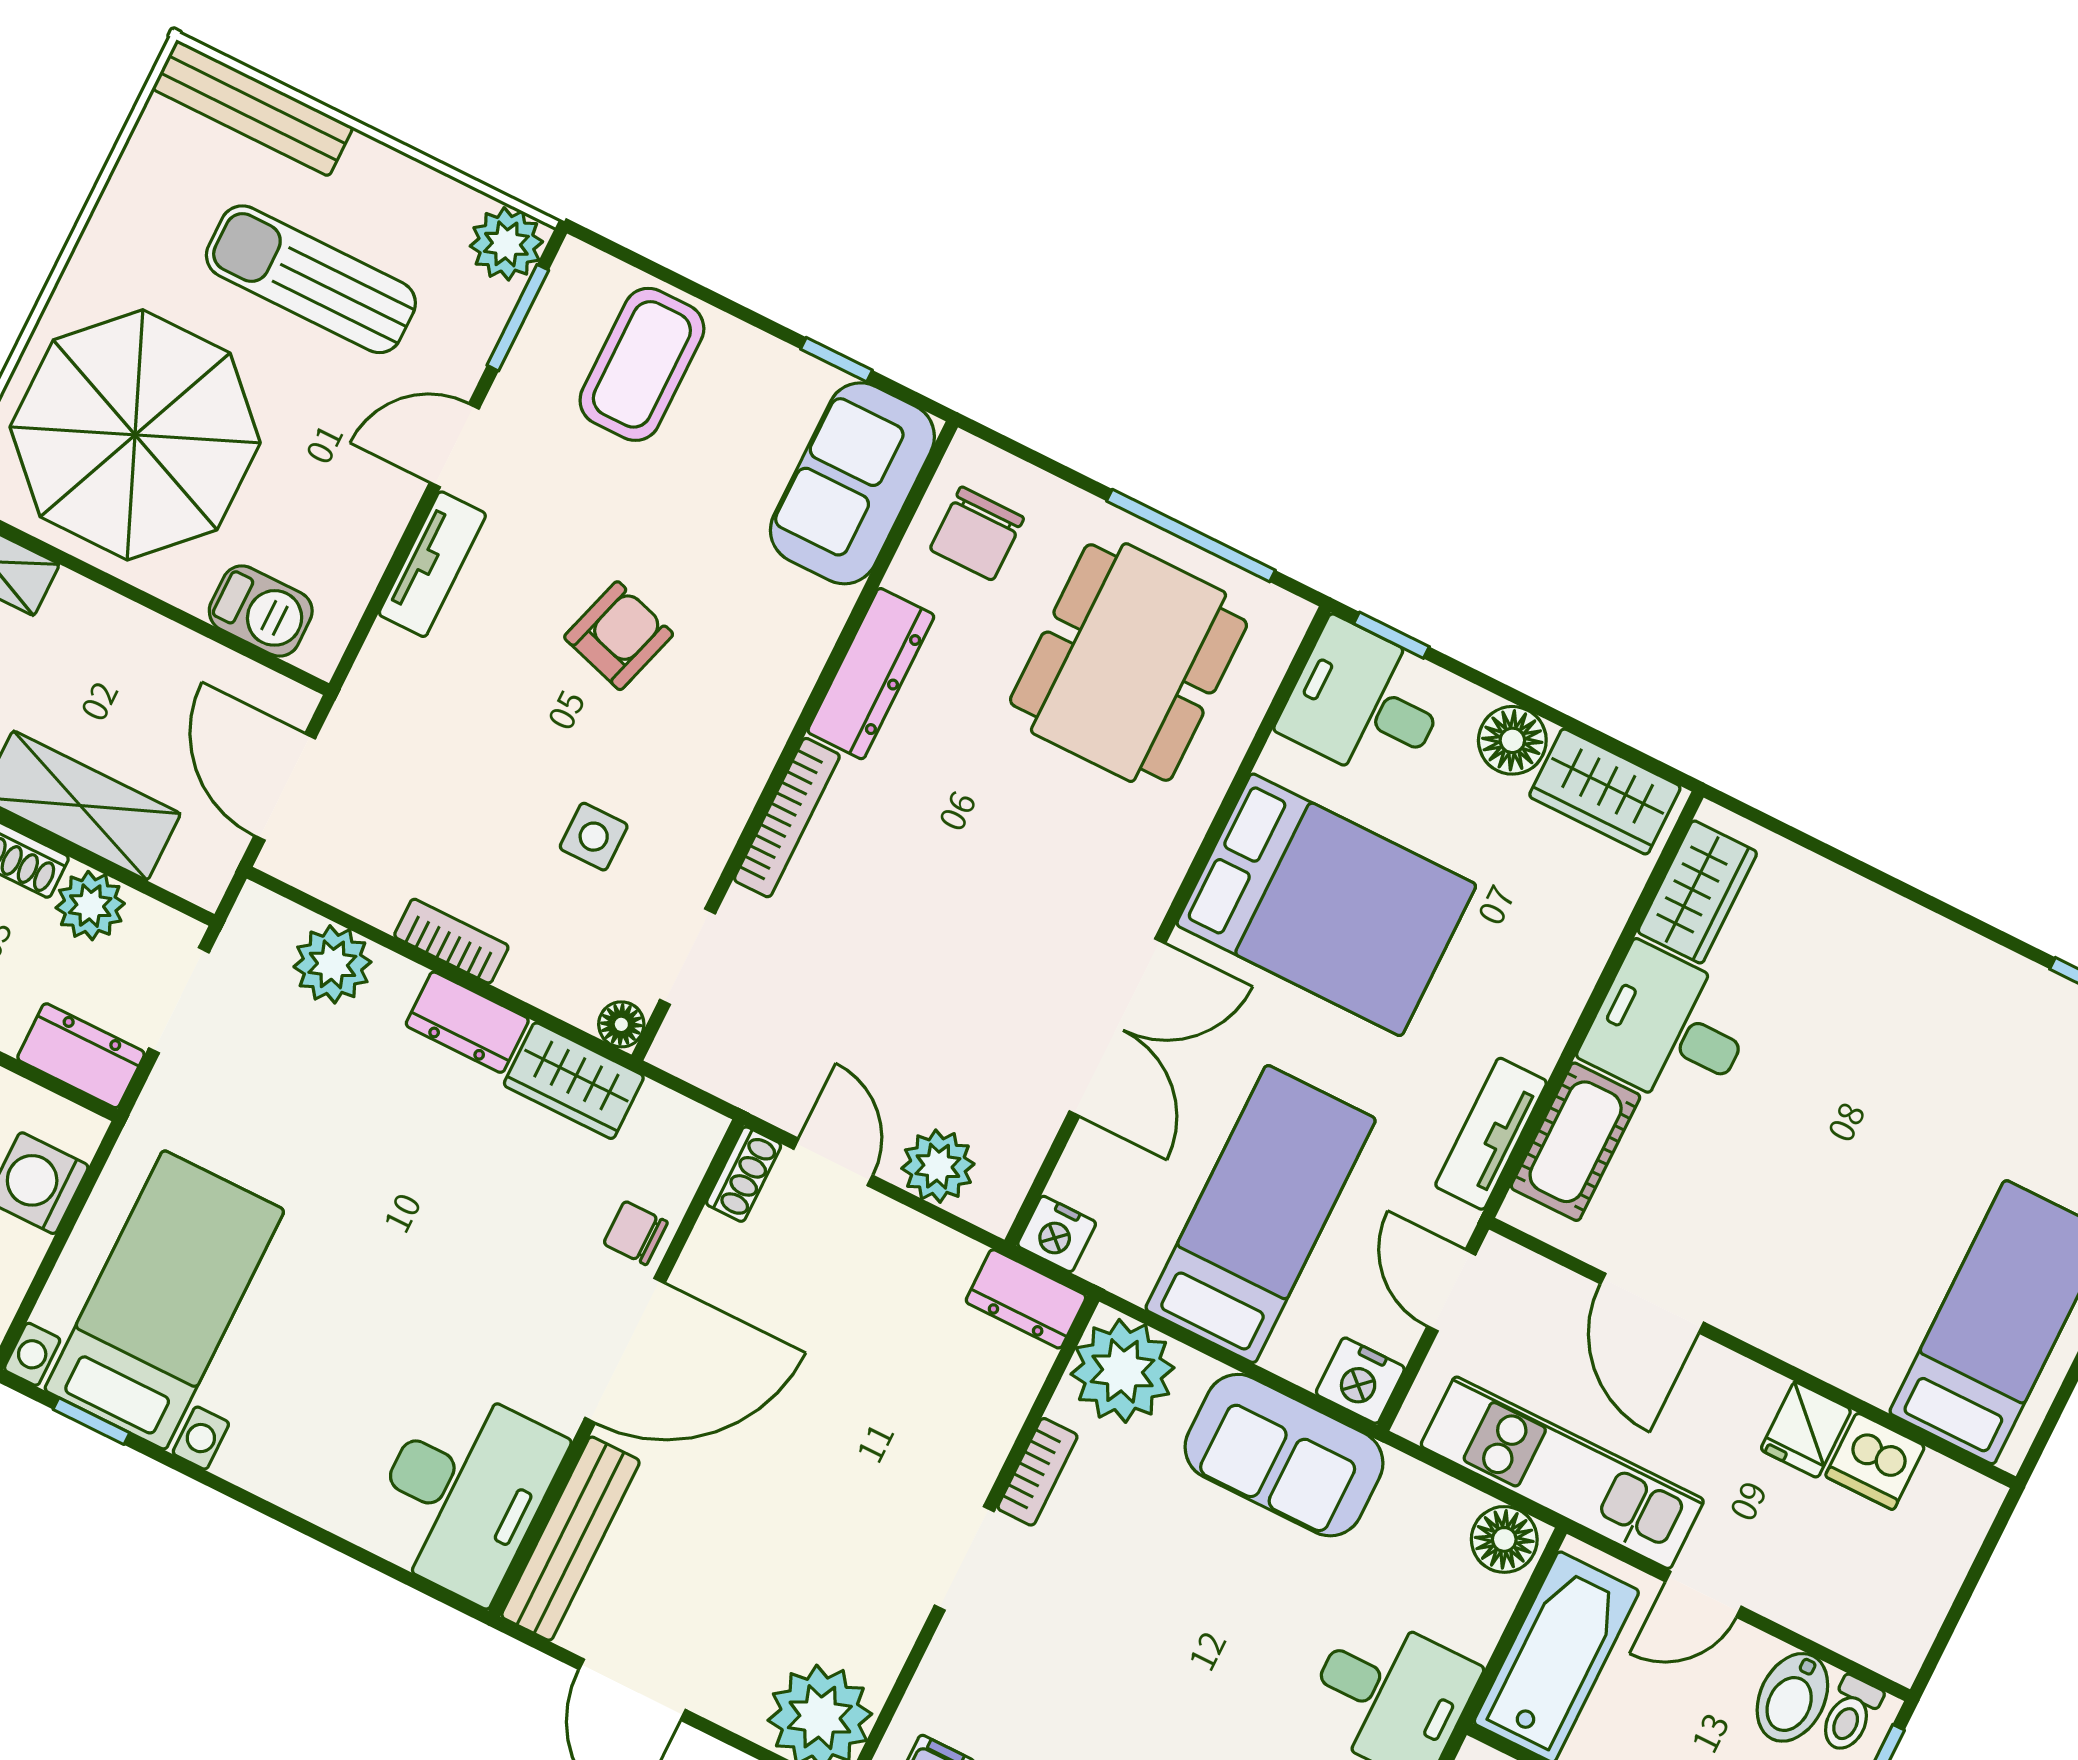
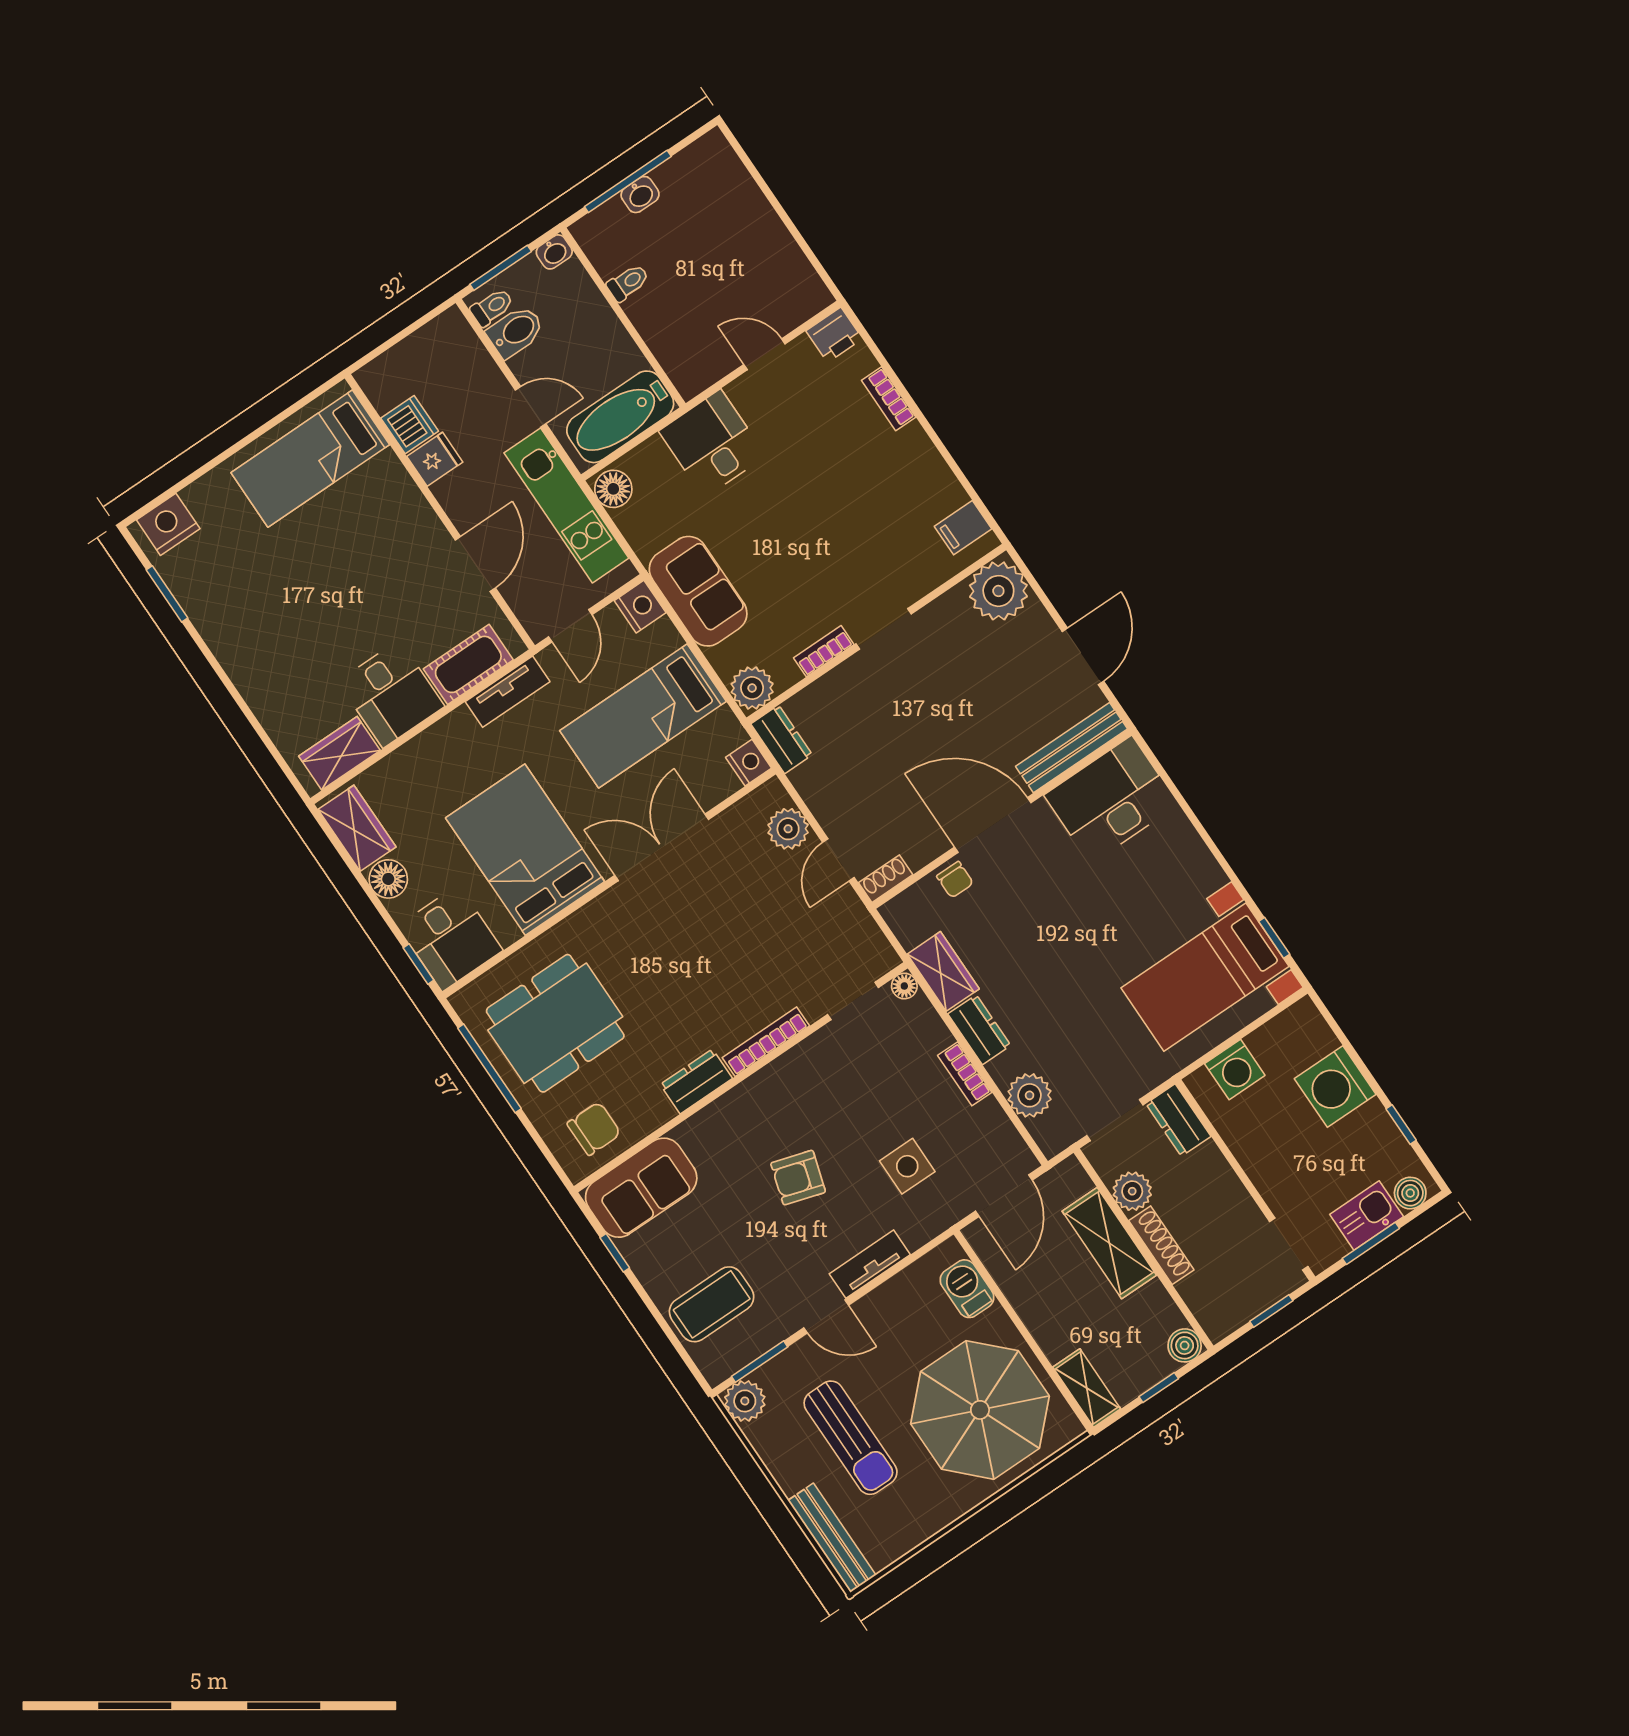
dresser: (871, 674) -> (696, 1081), width x0.70
side table: (594, 837) -> (907, 1166), moved, width x1.37, depth x1.37
plant: (1122, 1371) -> (752, 688), width x0.73, depth x0.73

